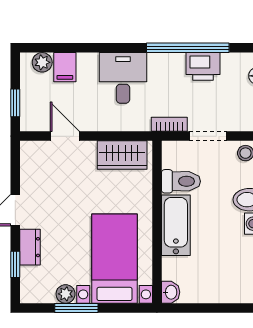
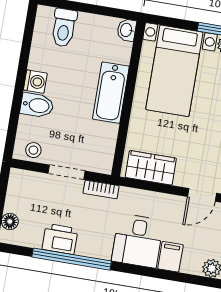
filing cabinet: (65, 67) -> (170, 257), moved
door: (65, 136) -> (202, 195), hinge flipped
toilet: (181, 181) -> (64, 28), moved, turned -90

